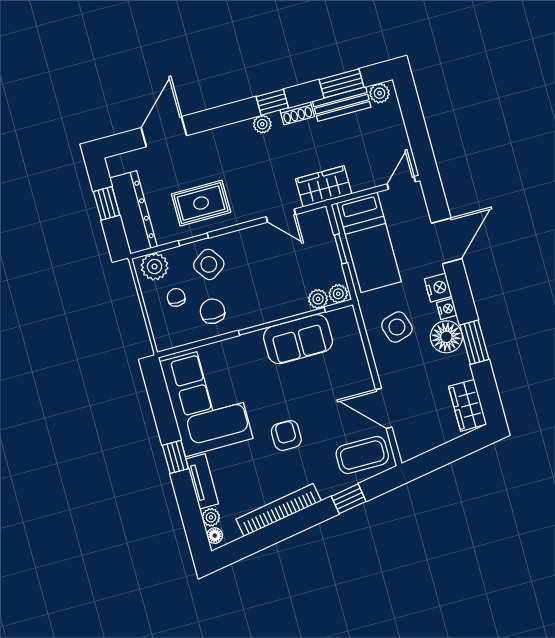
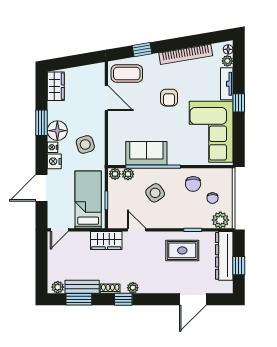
side table: (209, 264) -> (155, 193), moved

